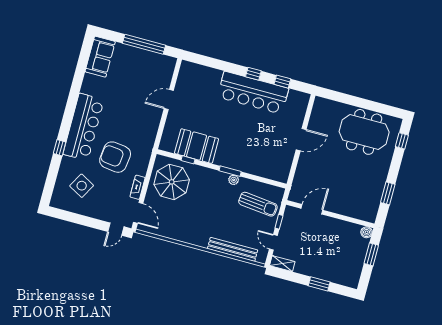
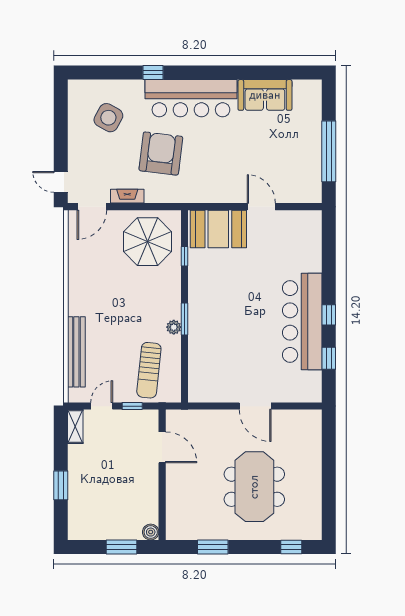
sofa: (100, 57) -> (265, 95), moved
meeting table: (364, 132) -> (254, 487), moved
booth: (197, 146) -> (218, 229), moved, turned 90

